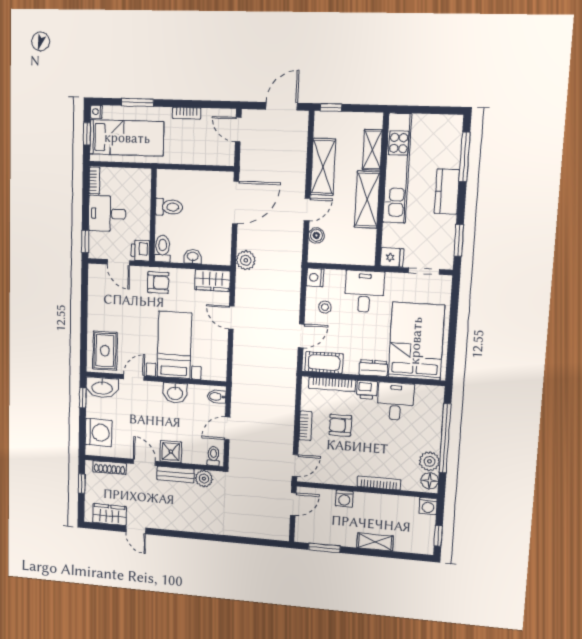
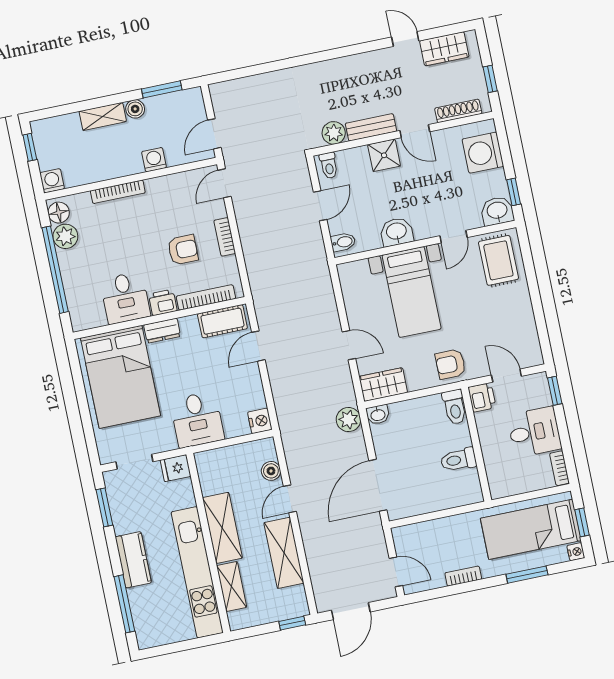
washbasin: (193, 257) -> (378, 415), moved
stool: (325, 307) -> (239, 388), removed
washbasin: (102, 388) -> (497, 211), width x0.72
boiler: (349, 540) -> (135, 109), added

